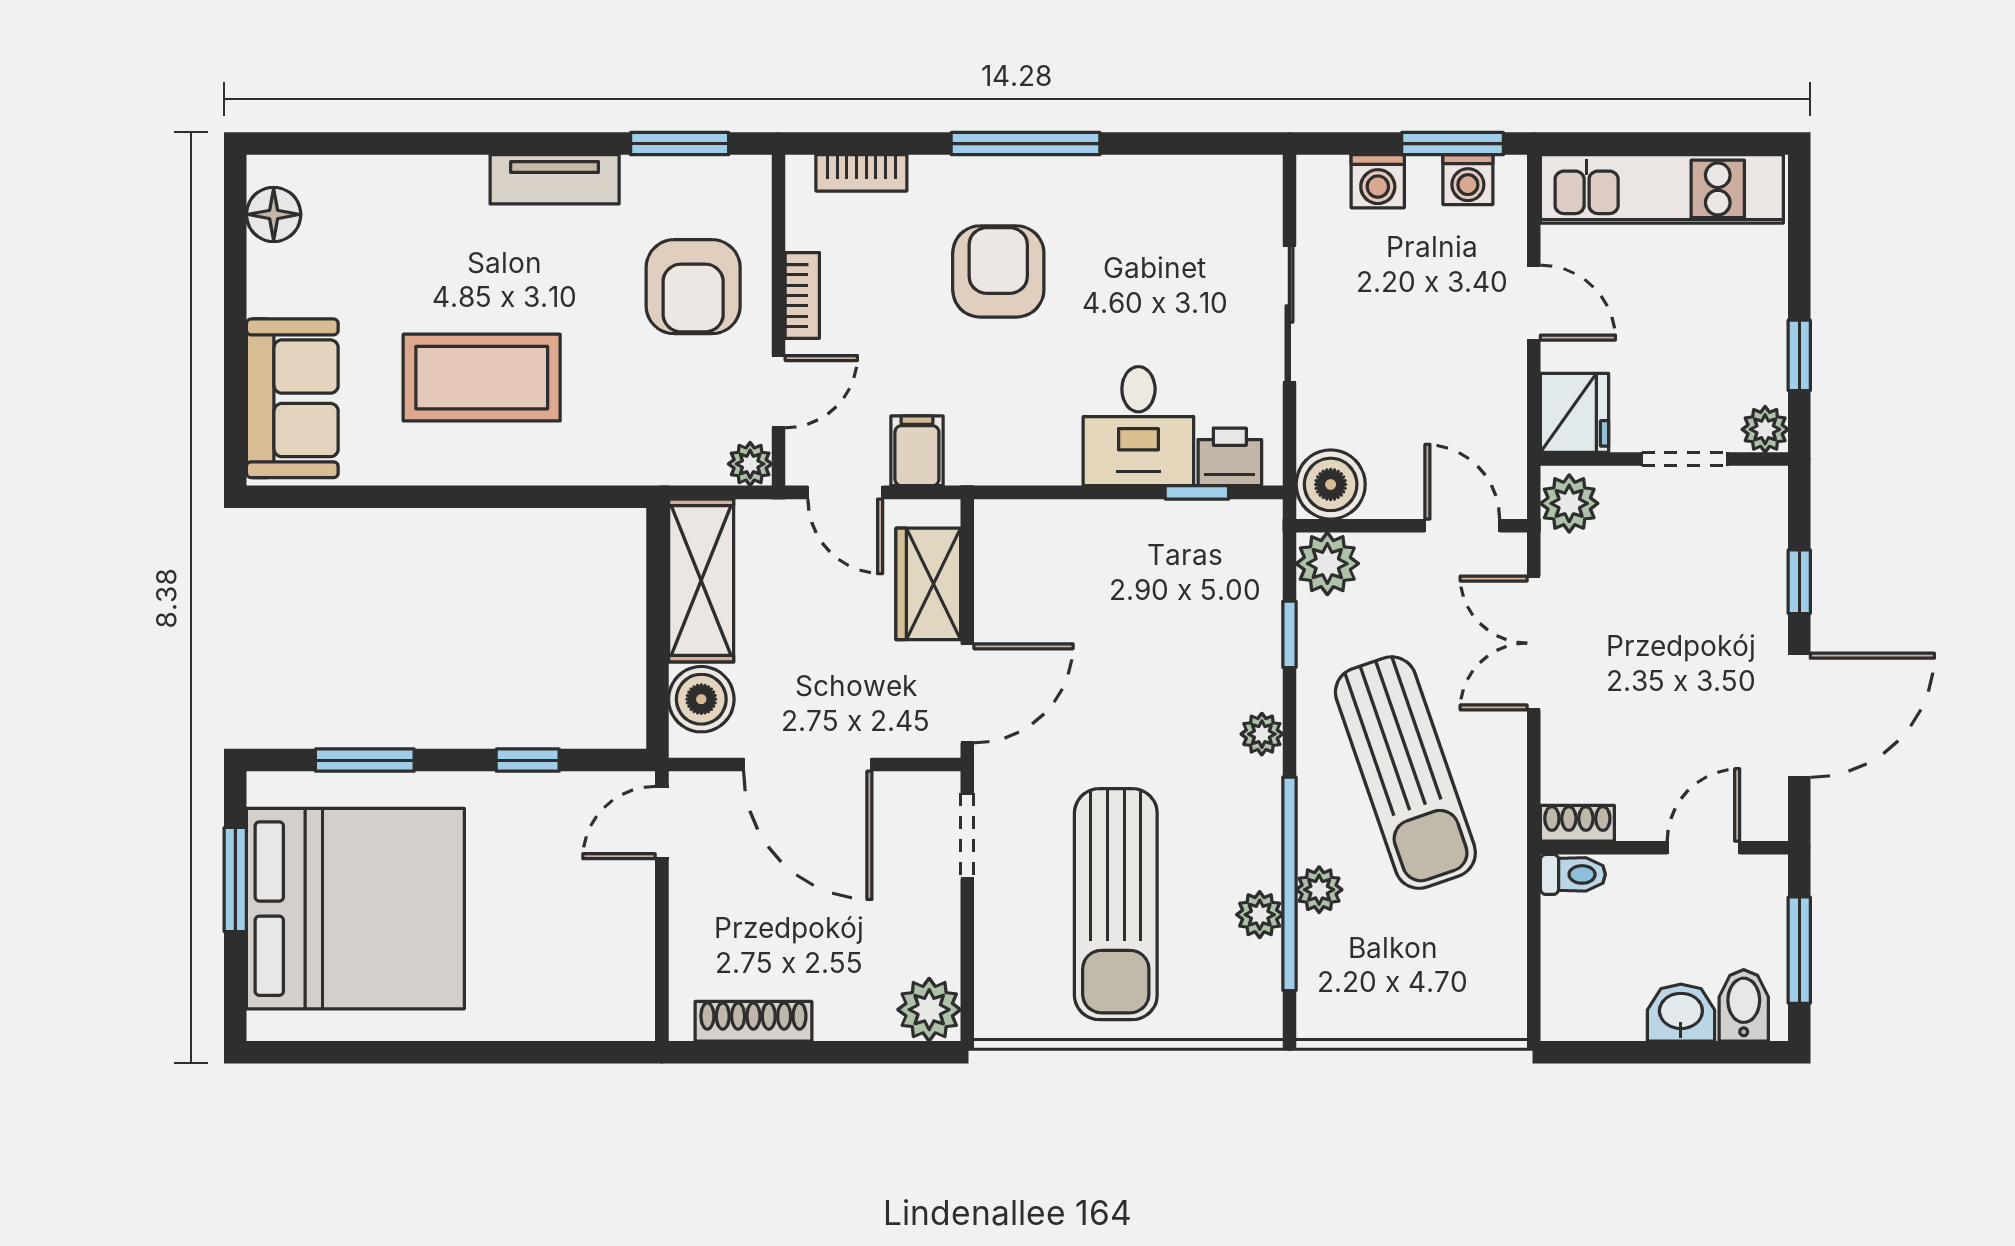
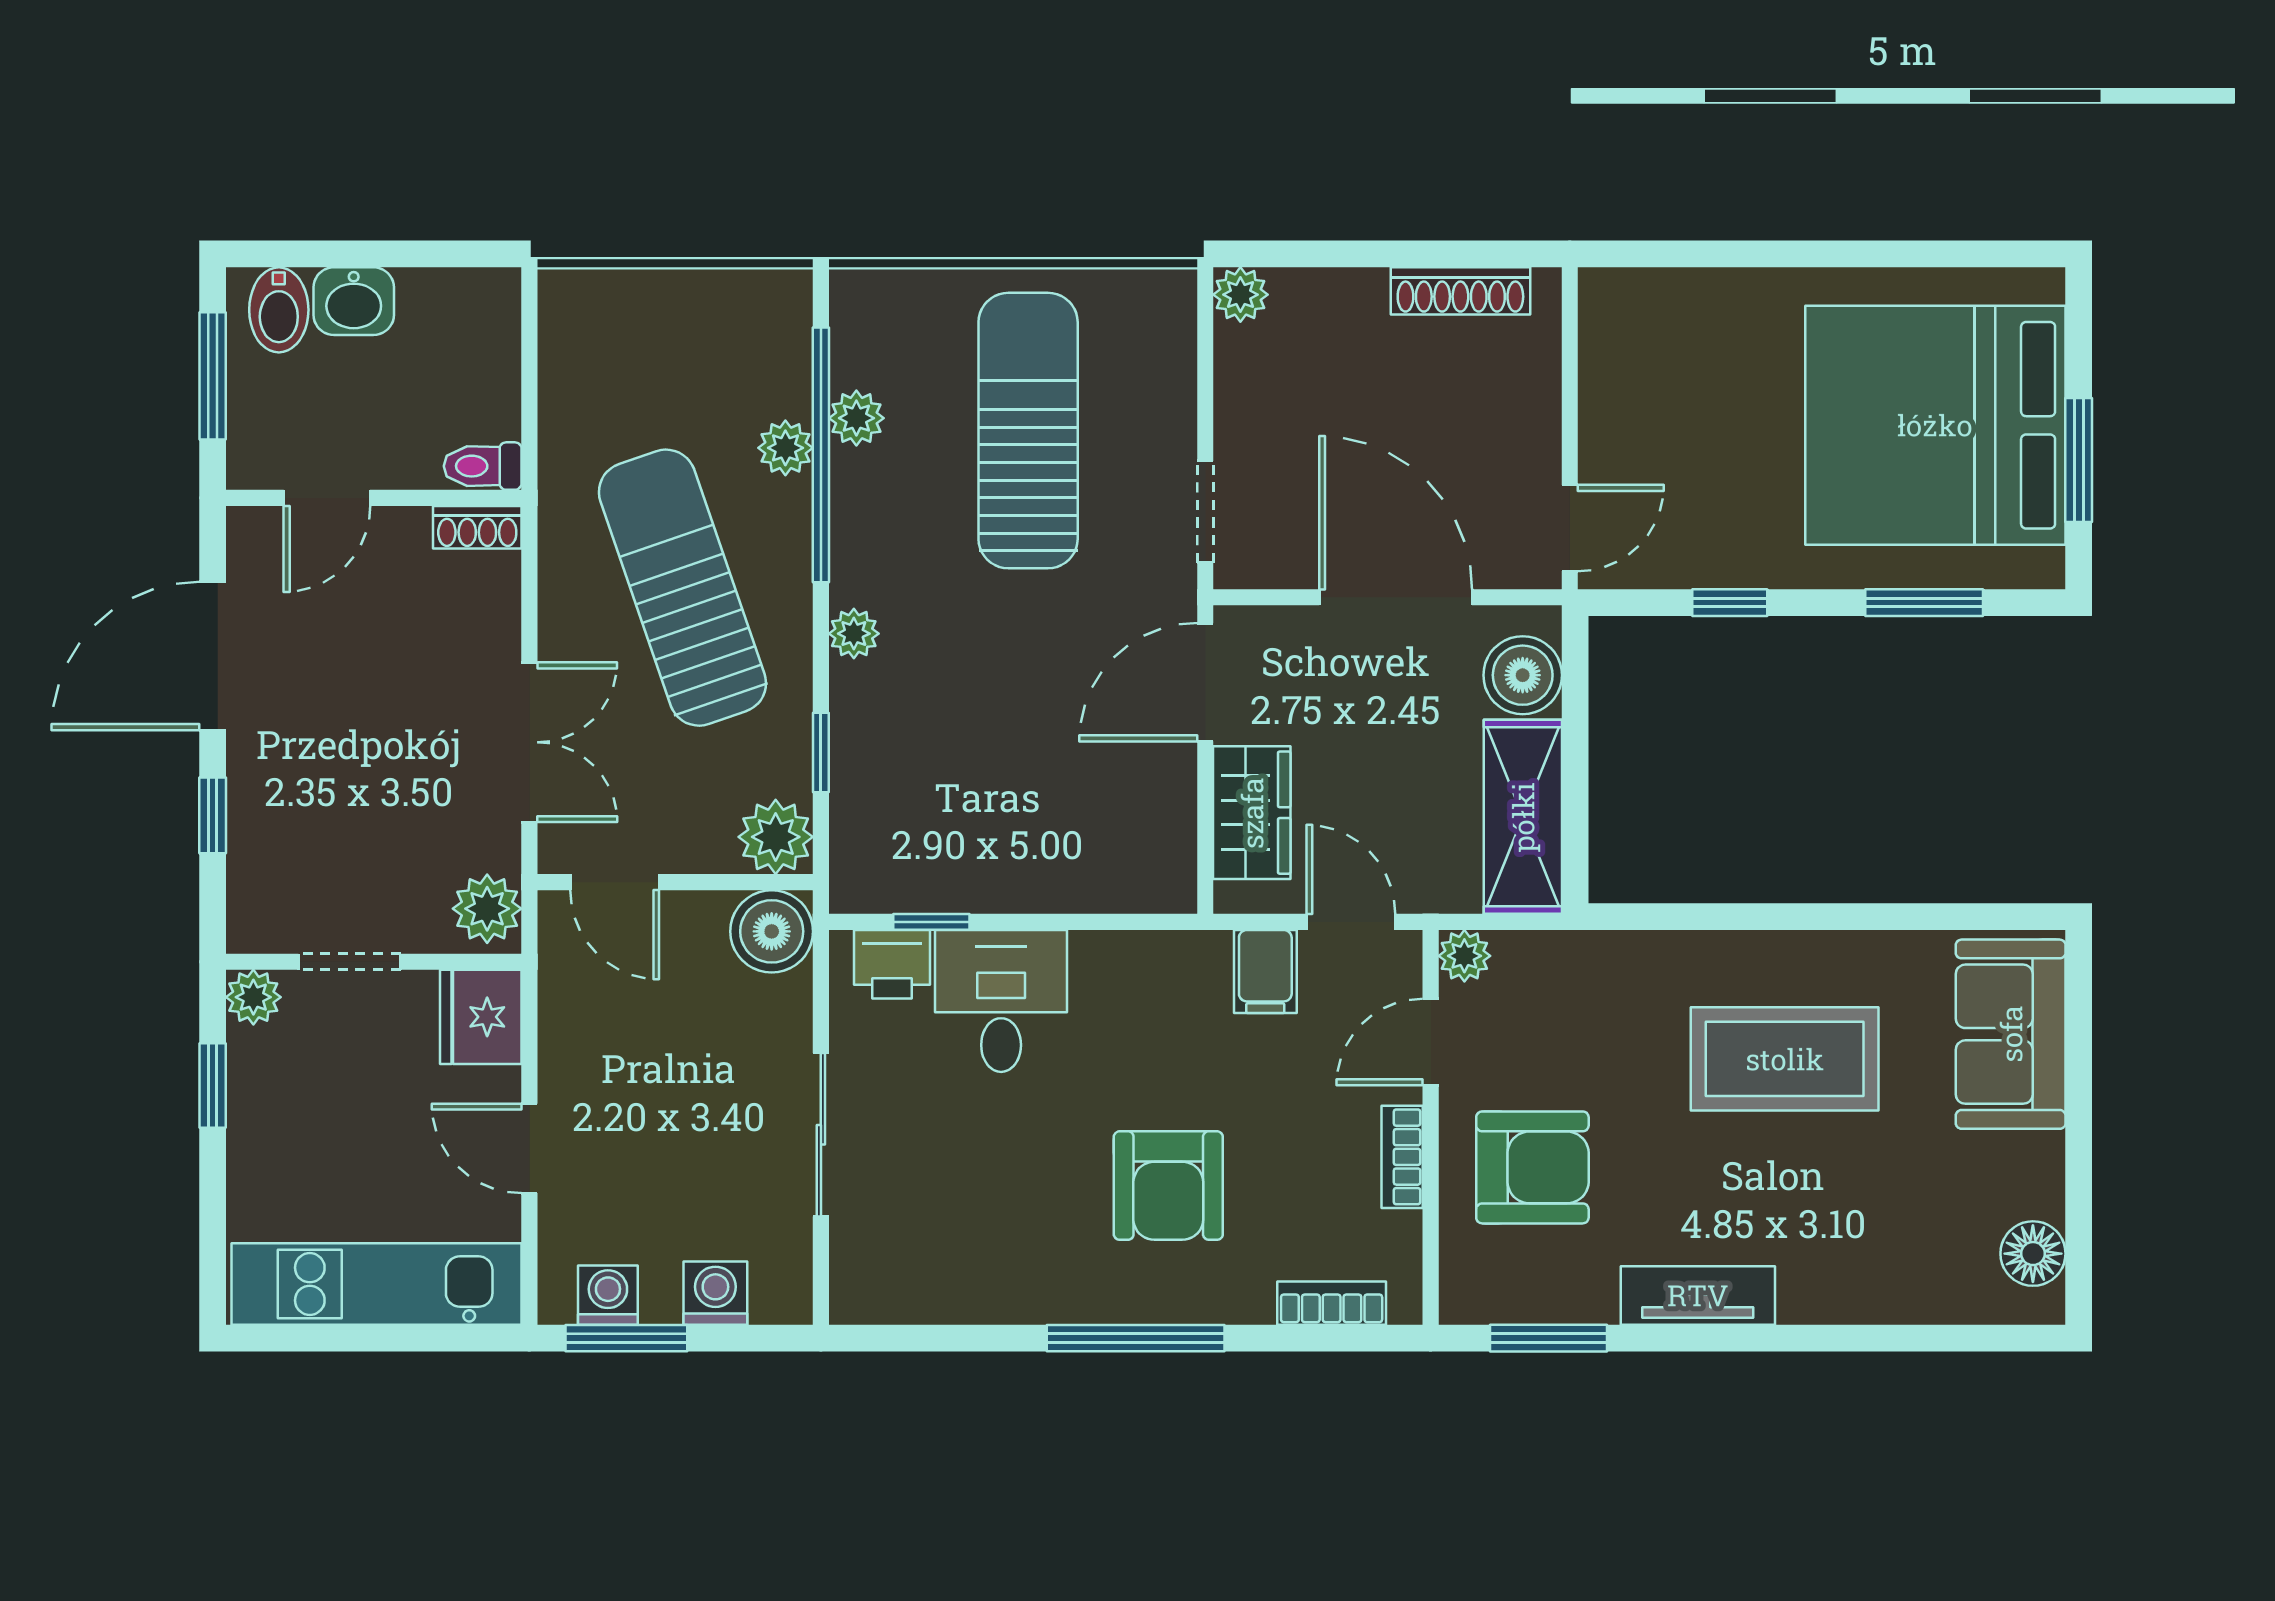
armchair: (693, 287) -> (1532, 1167), turned 90
plant: (929, 1010) -> (1240, 295), width x0.73, depth x0.73

